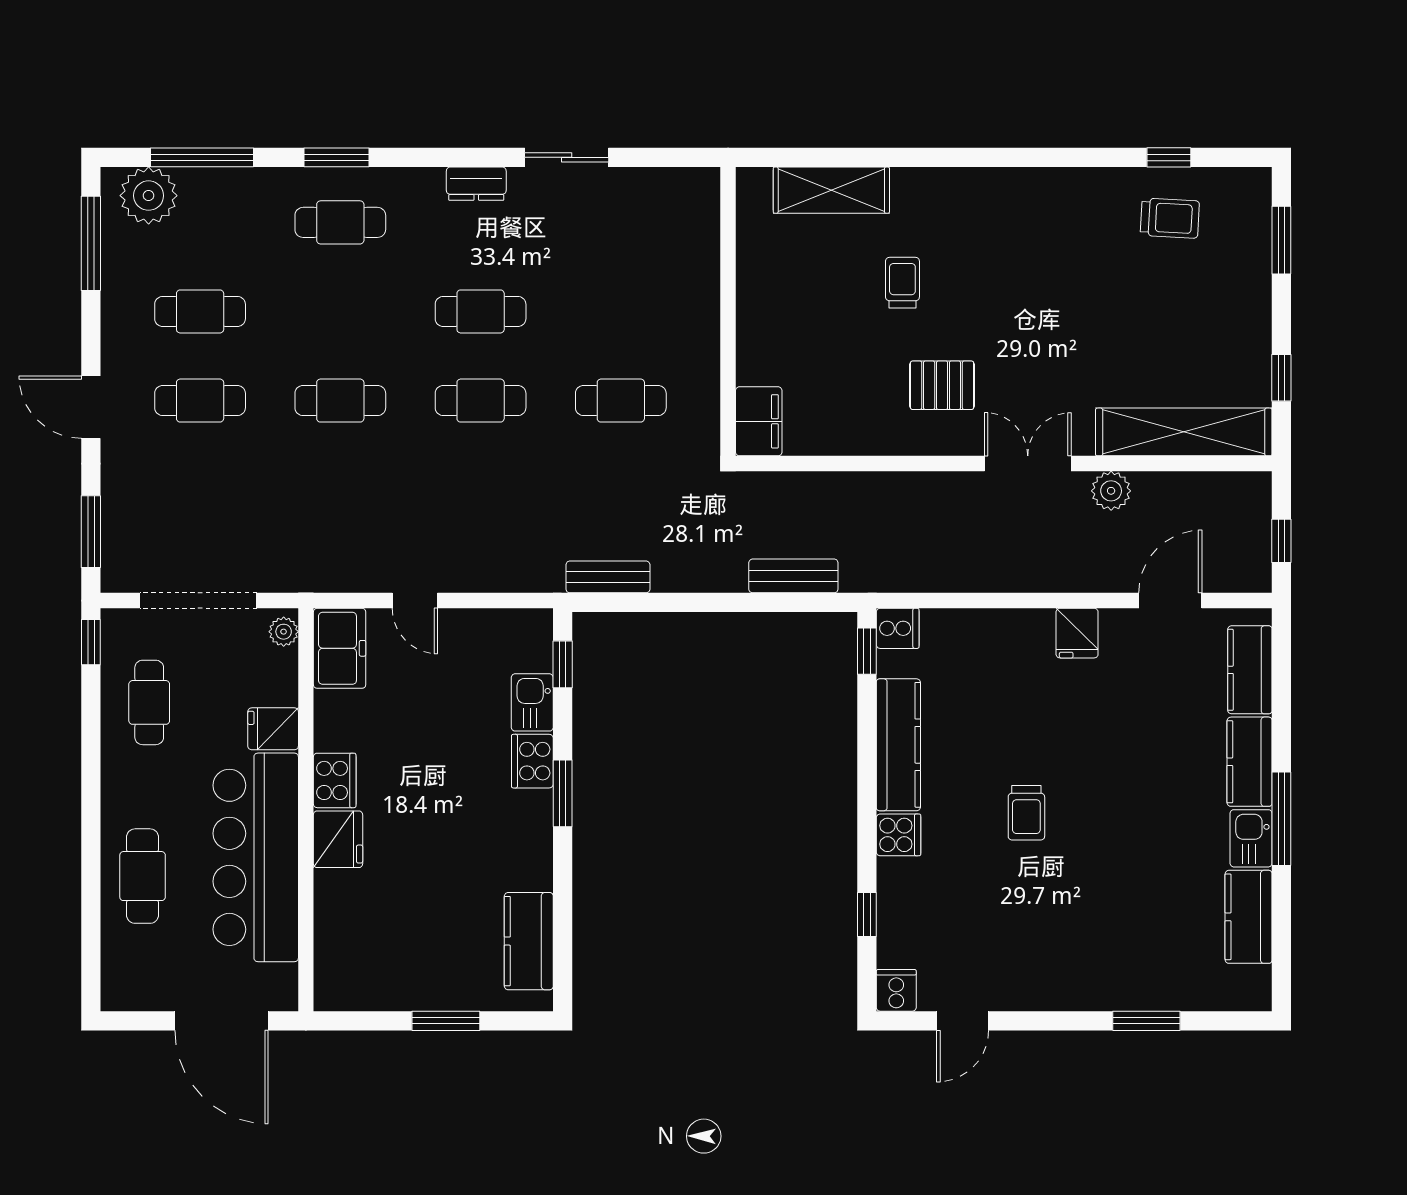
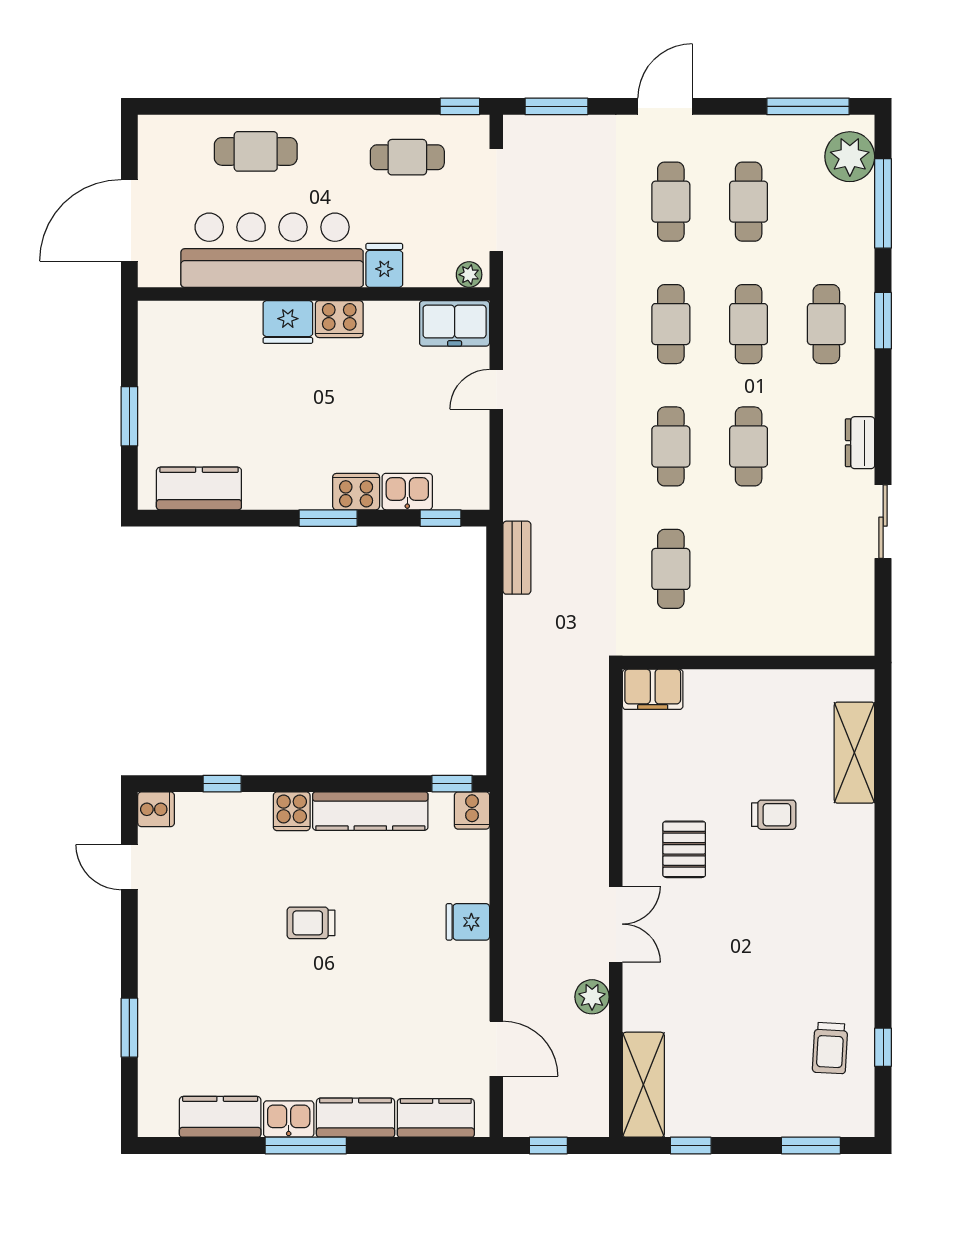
cafe table: (340, 311) -> (749, 324), added
shelving: (1184, 432) -> (643, 1085), width x0.68
bench: (793, 576) -> (518, 720), removed
fridge: (1077, 633) -> (468, 922), moved

